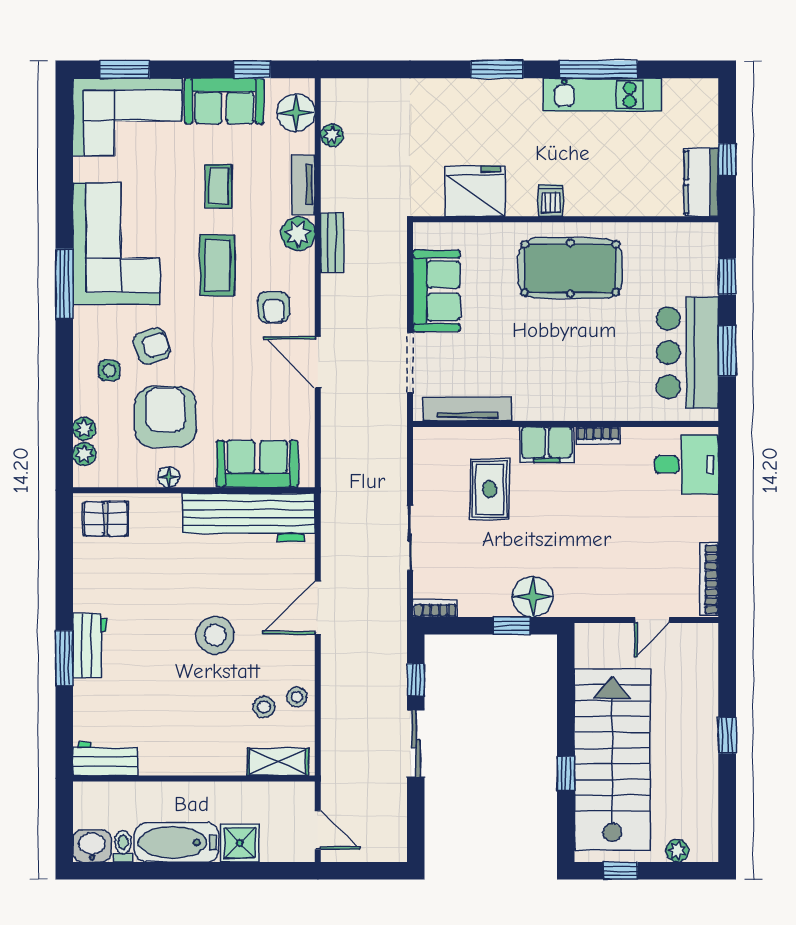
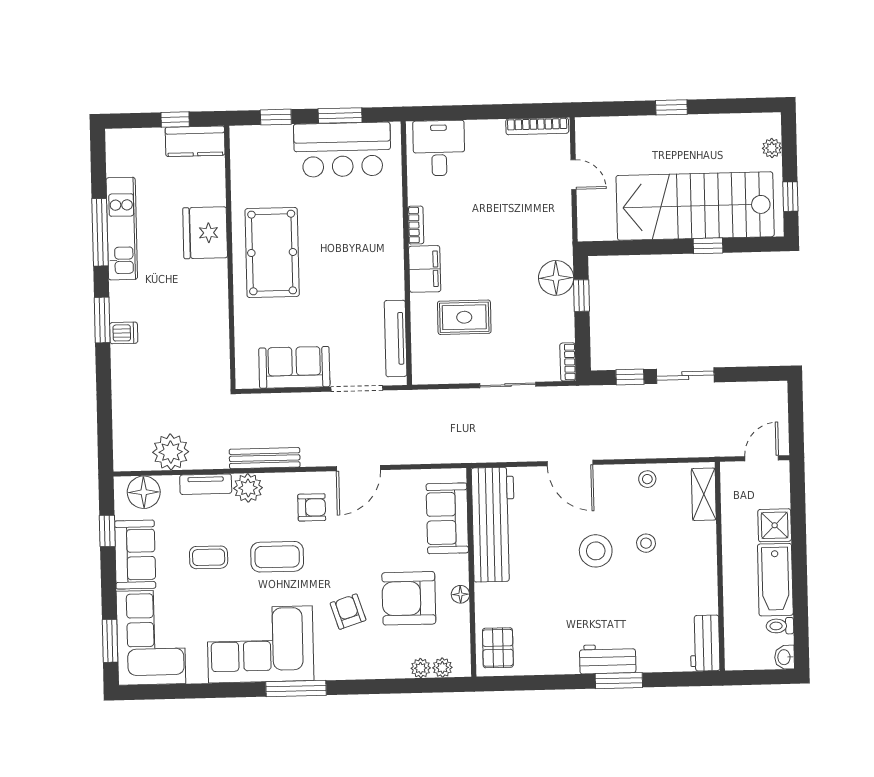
plant: (332, 135) -> (171, 452), width x1.88, depth x1.88
fridge: (475, 191) -> (205, 233), moved
dishwasher: (551, 200) -> (124, 333), moved, turned 180
bench: (332, 243) -> (265, 458), width x1.36
side table: (109, 371) -> (370, 648), removed
stool: (264, 707) -> (646, 543), moved
washbasin: (92, 846) -> (785, 657), width x0.72, depth x0.69

